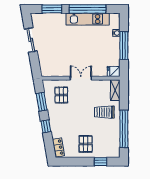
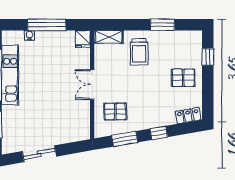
window: (124, 129) -> (162, 25), width x0.47

